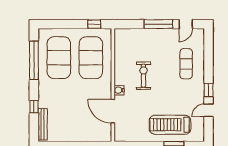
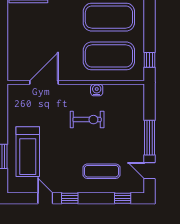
window: (209, 46) -> (123, 198), added
water cooler: (119, 90) -> (97, 90), moved
treadmill: (170, 125) -> (28, 152), turned 180

